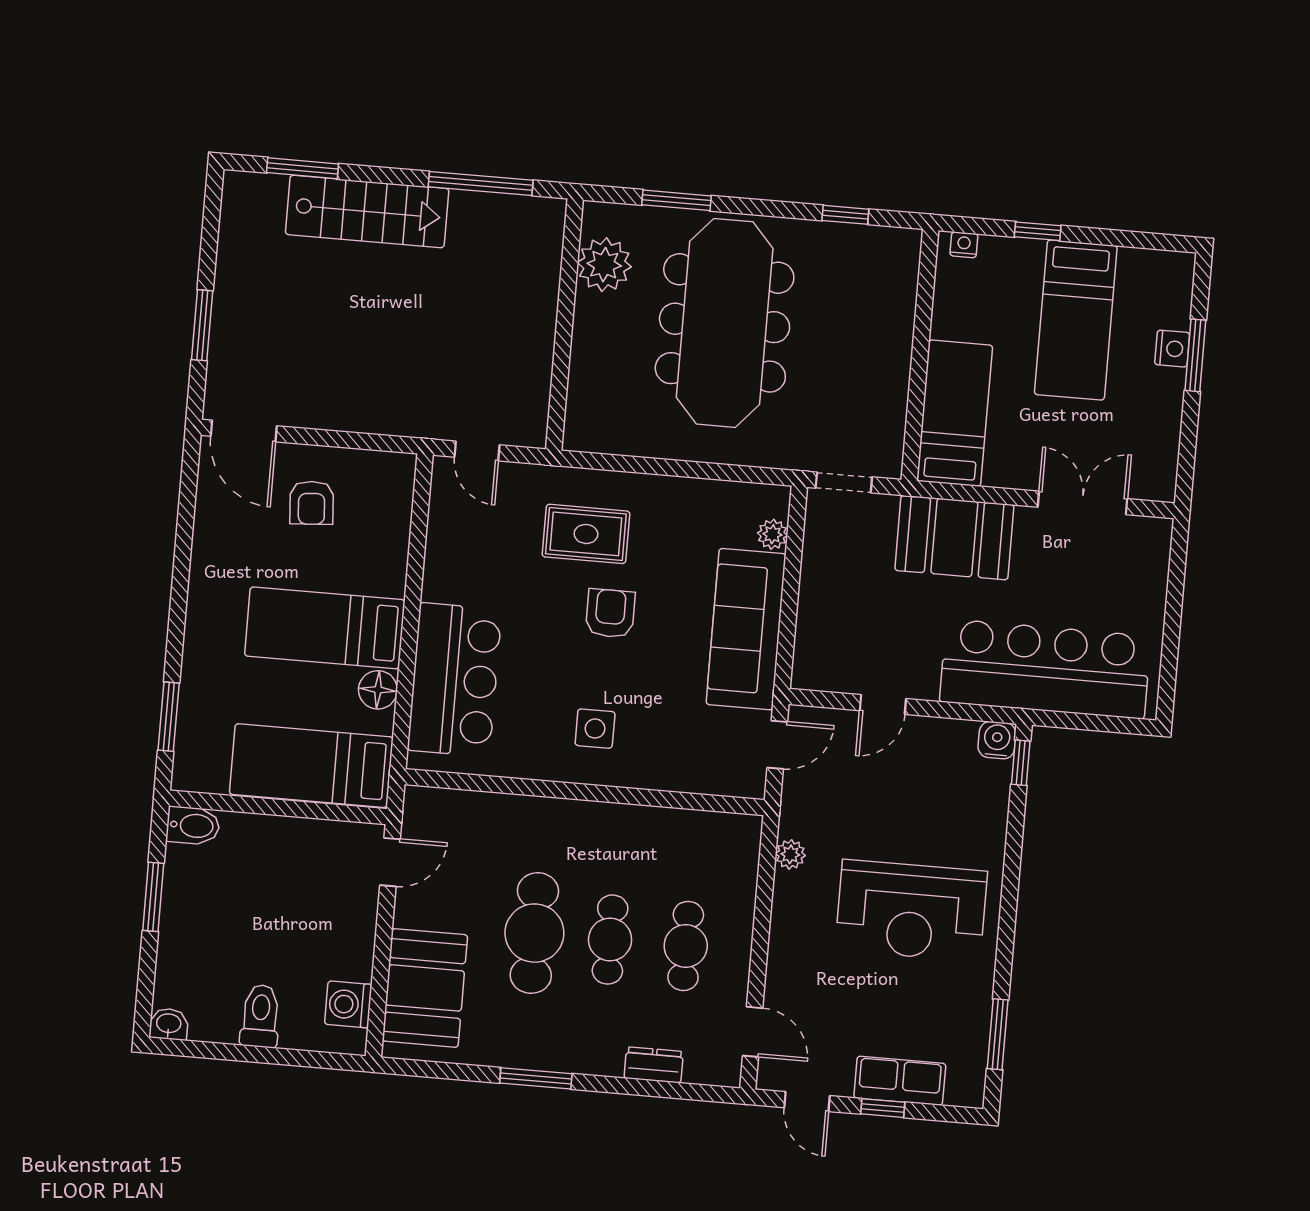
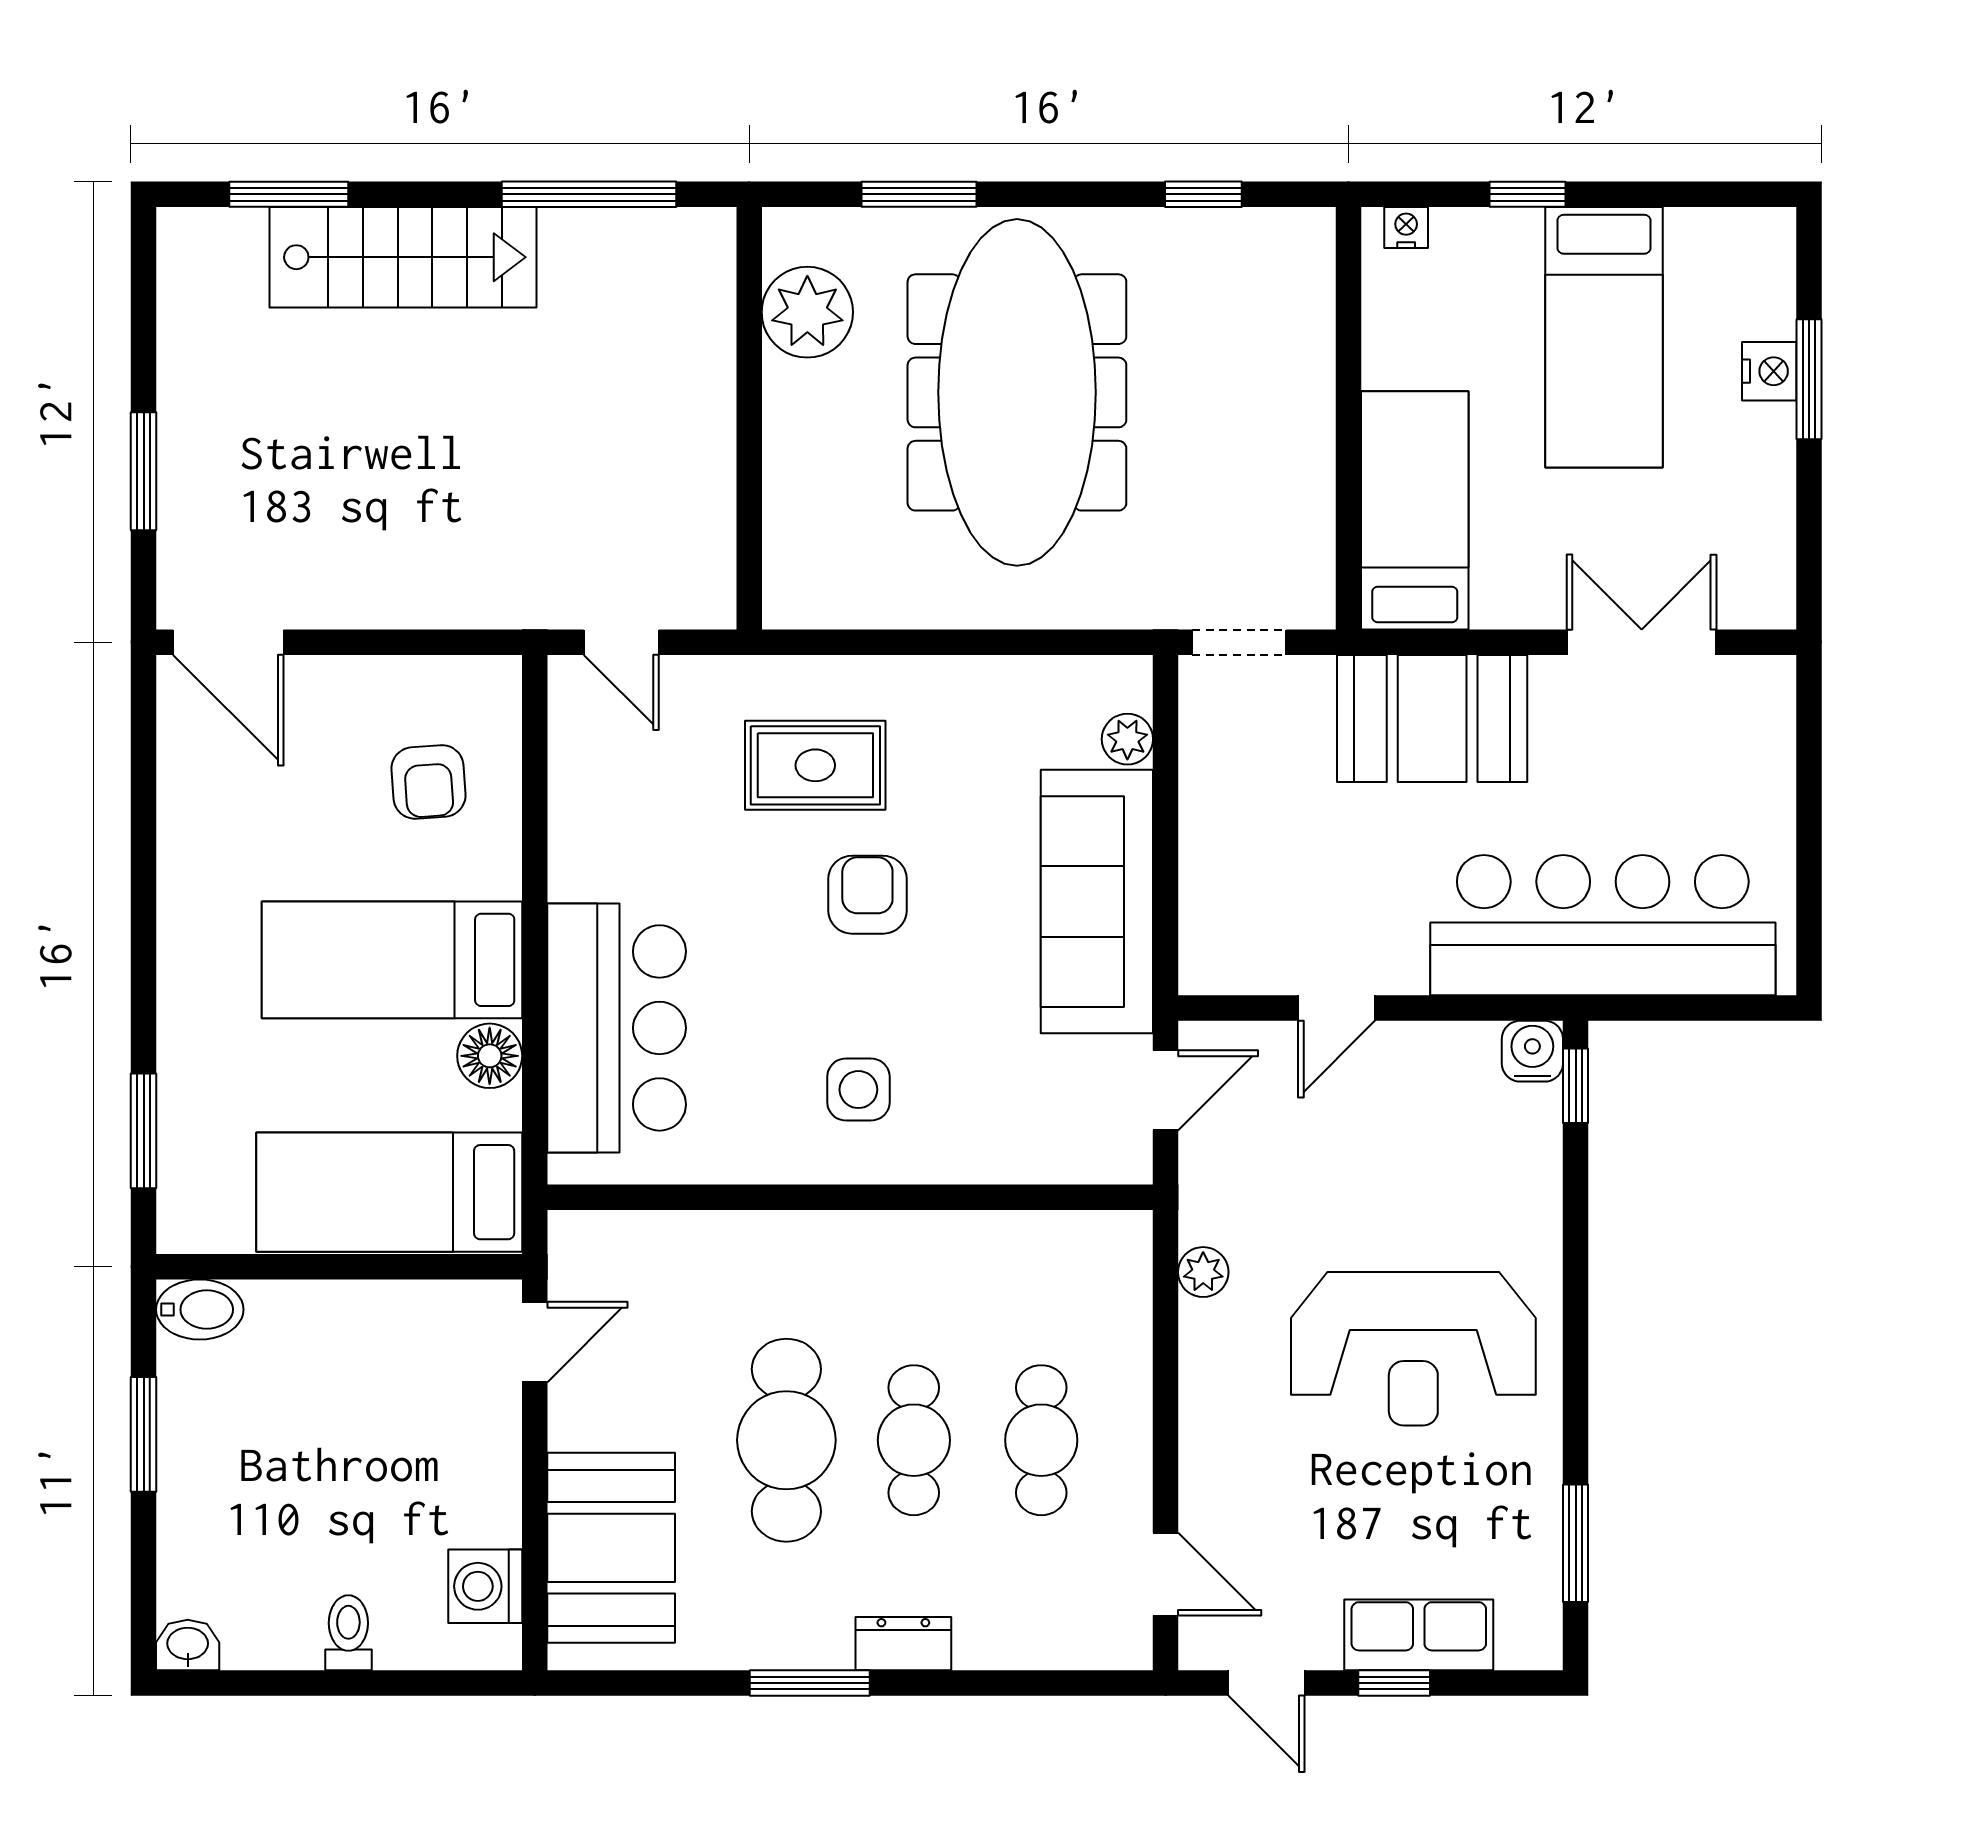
armchair: (312, 503) -> (428, 782), moved
toilet: (260, 1016) -> (348, 1633), width x0.73, depth x0.72
dresser: (654, 1065) -> (903, 1644), moved

